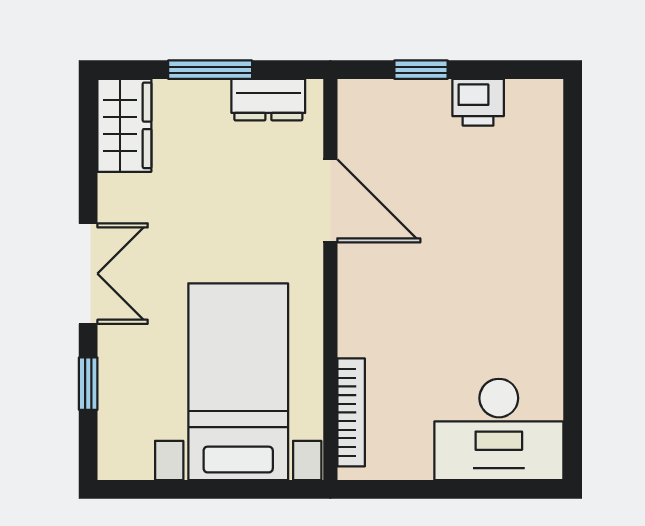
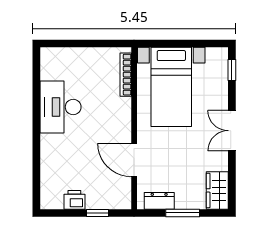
window: (88, 384) -> (232, 70), moved
desk: (499, 429) -> (60, 107), moved, turned -90

